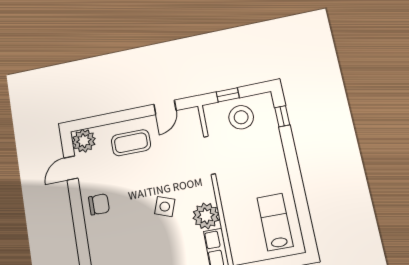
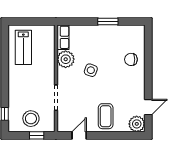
coffee table: (131, 143) -> (106, 116), turned 90
chair: (99, 204) -> (131, 59), moved

